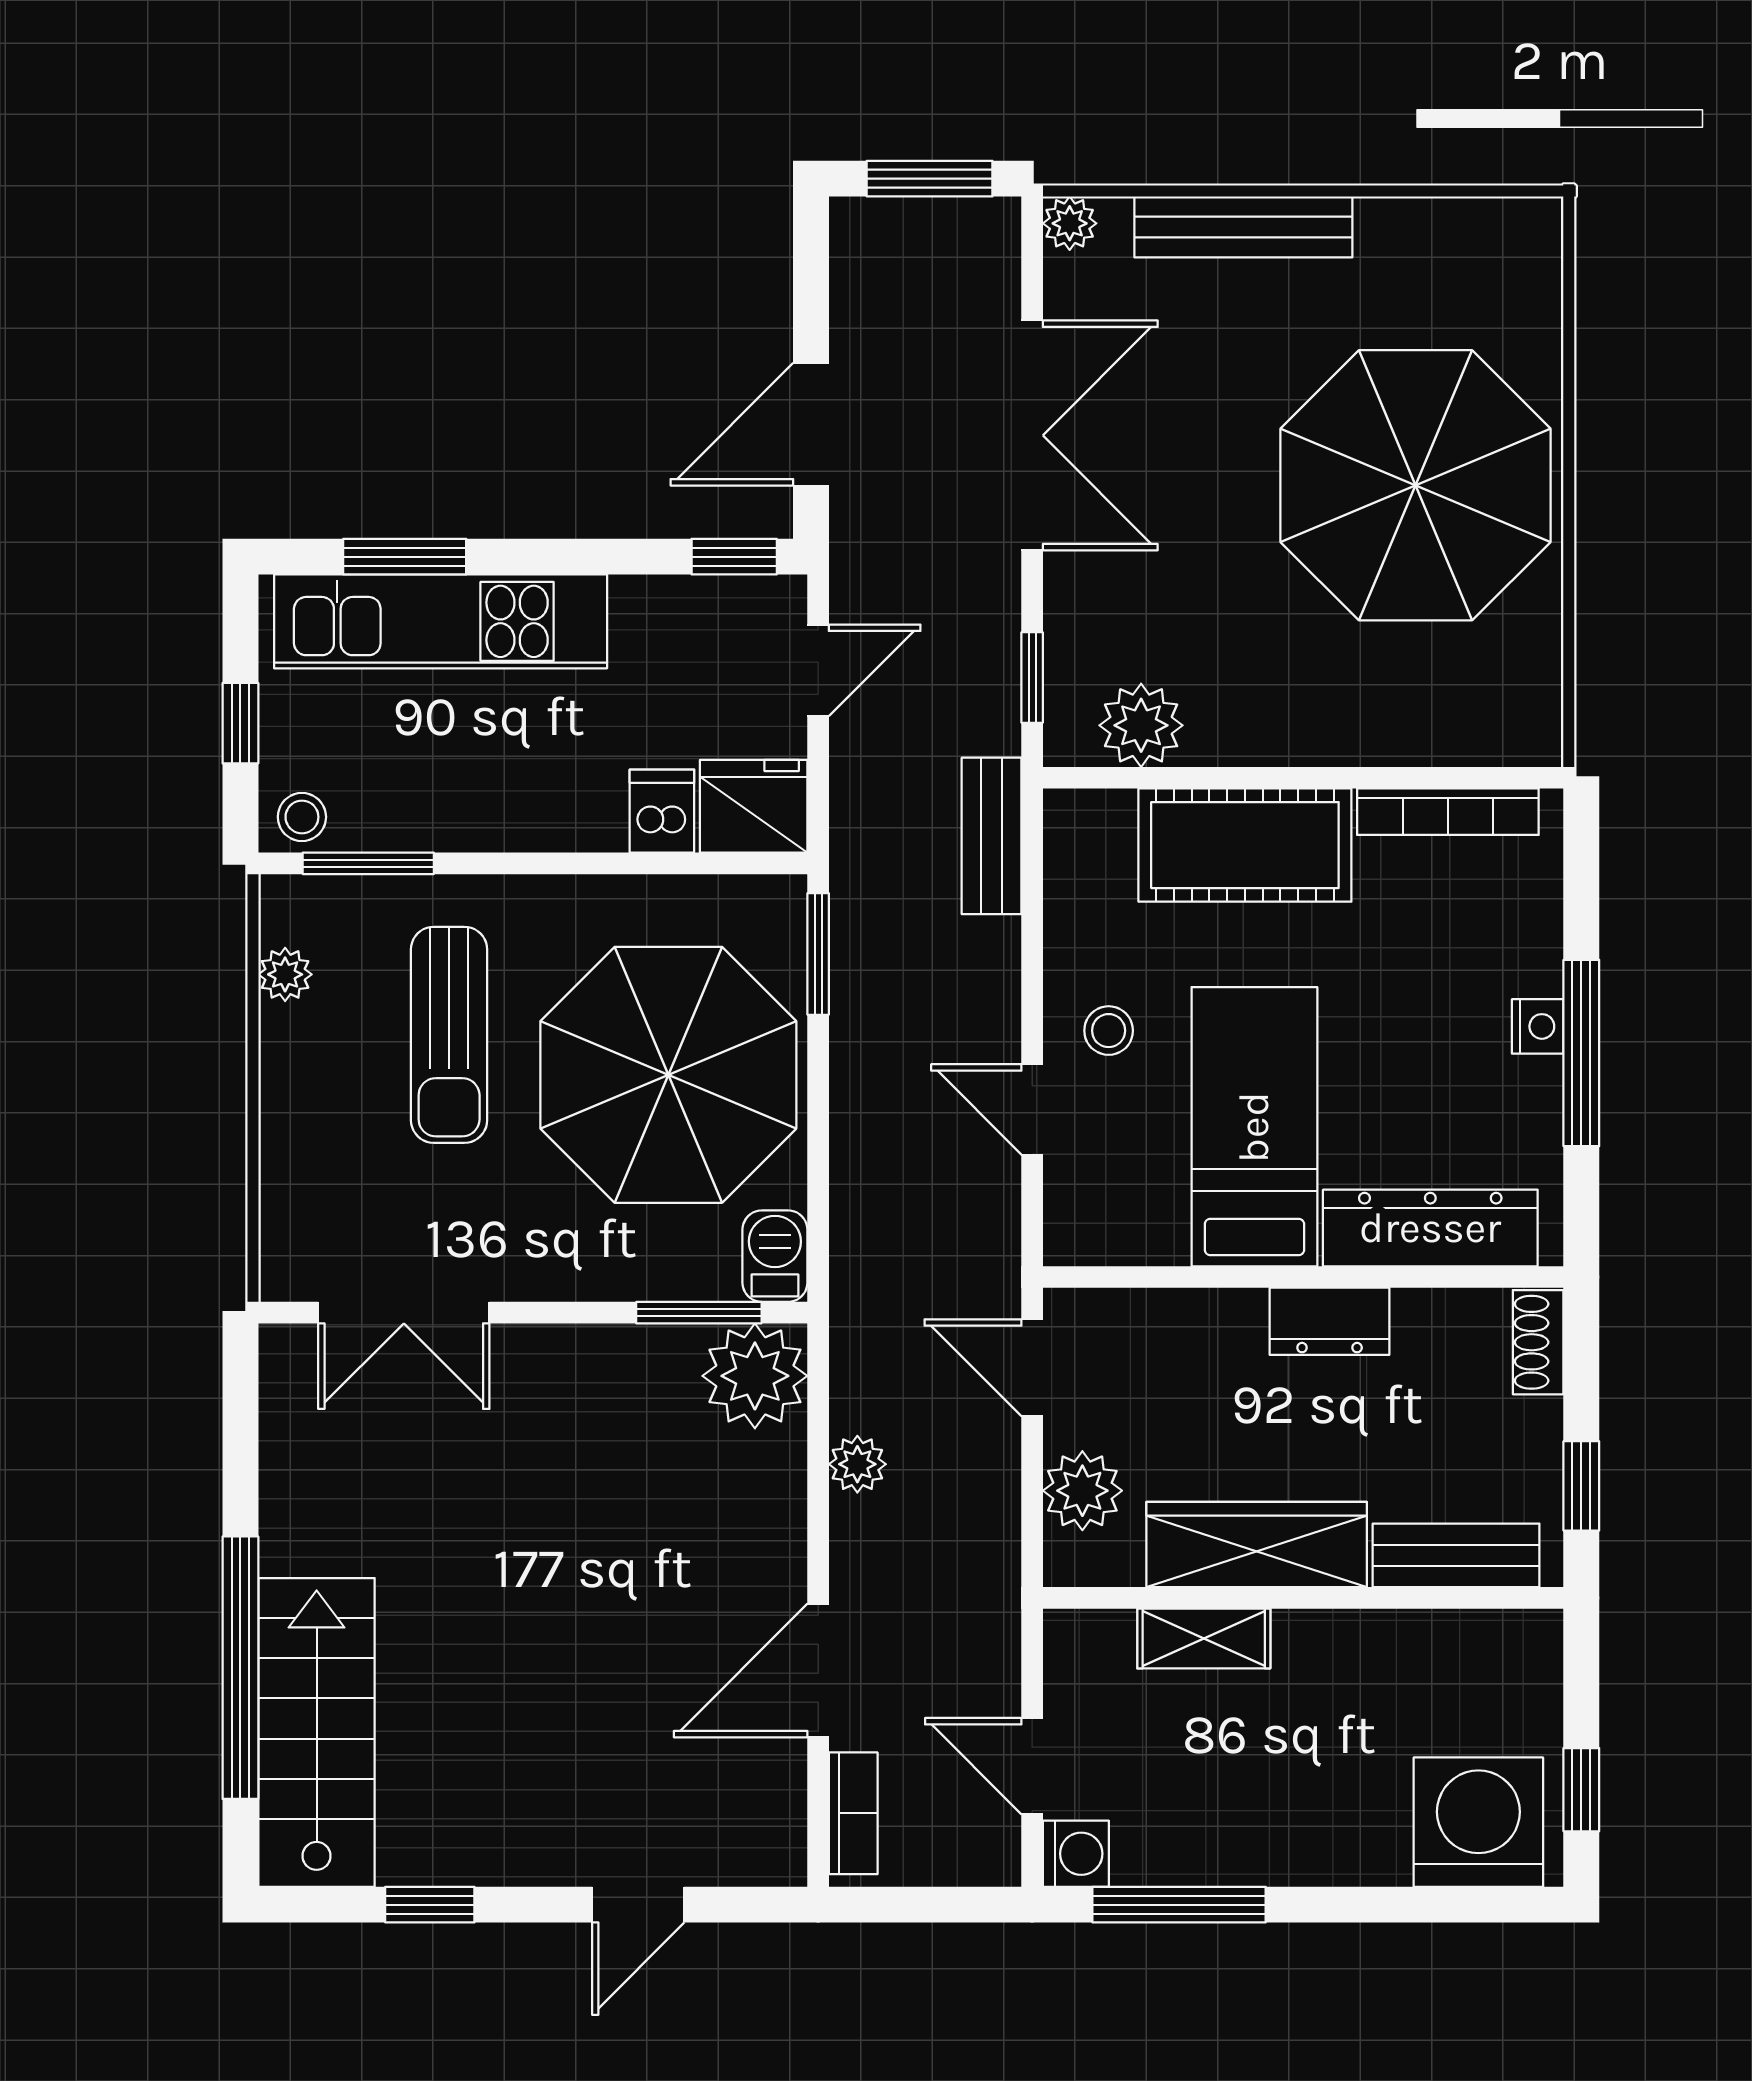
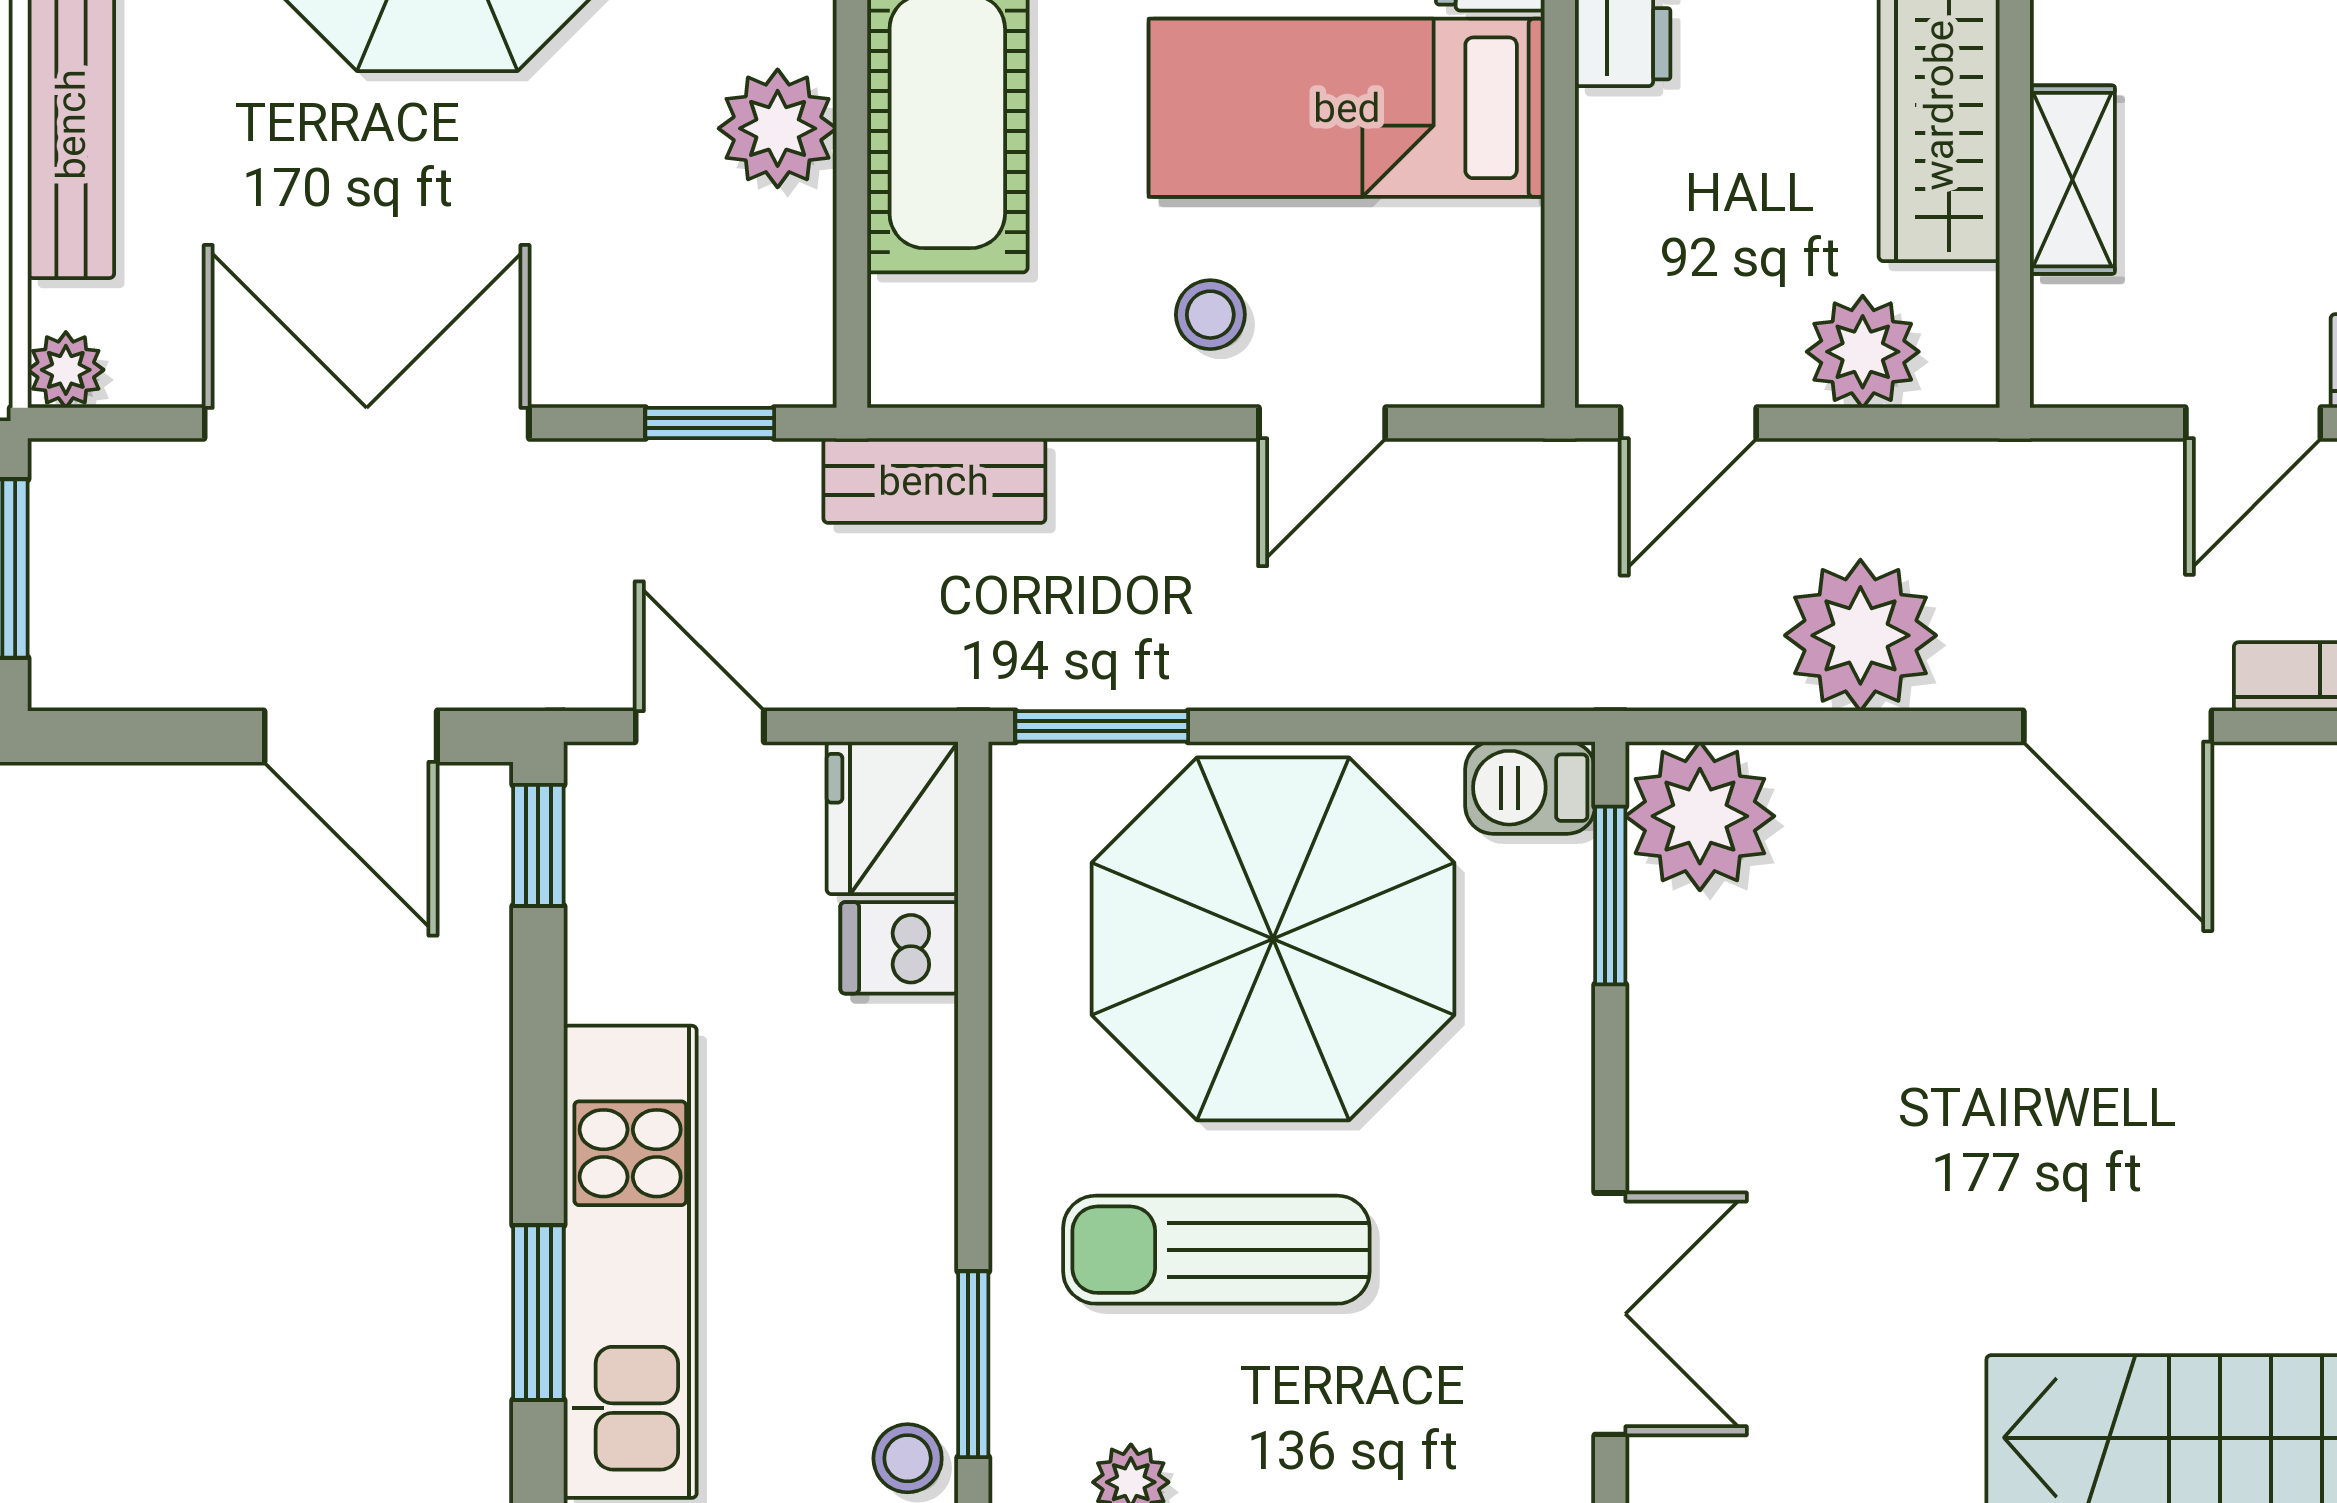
plant: (1141, 725) -> (778, 128), moved
sun lounger: (449, 1035) -> (1216, 1250), turned 180
plant: (857, 1464) -> (1860, 635), width x1.88, depth x1.88

